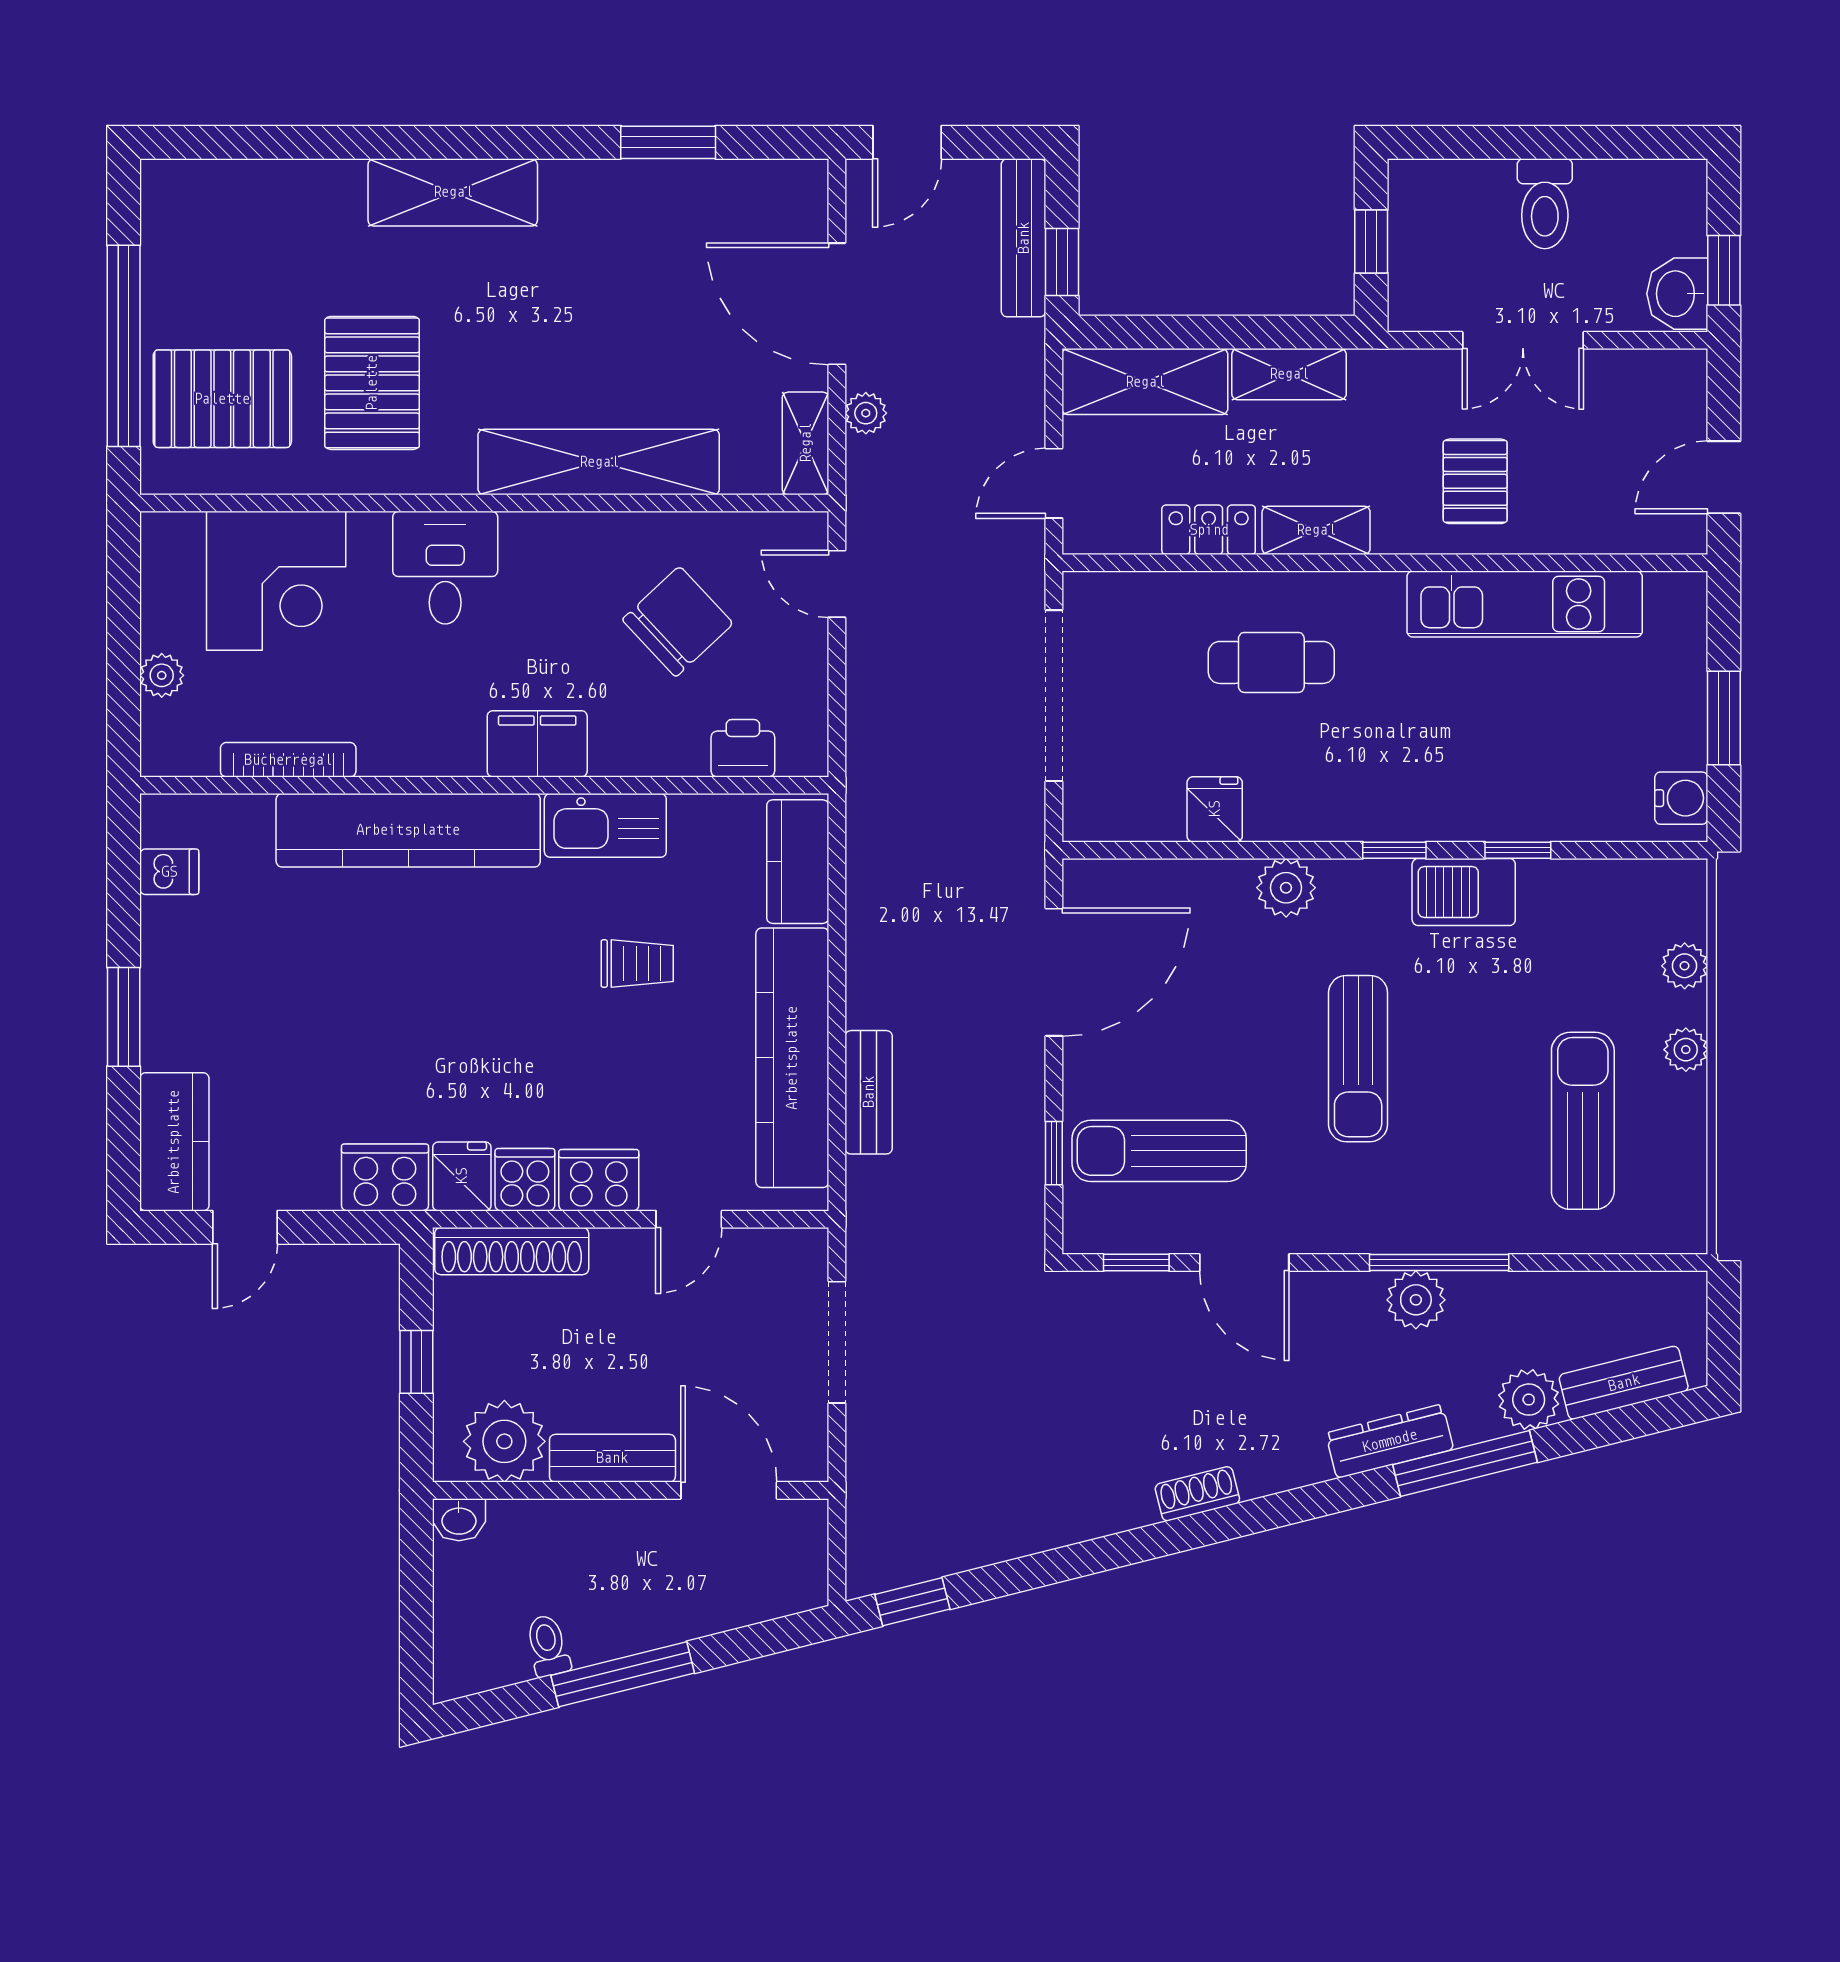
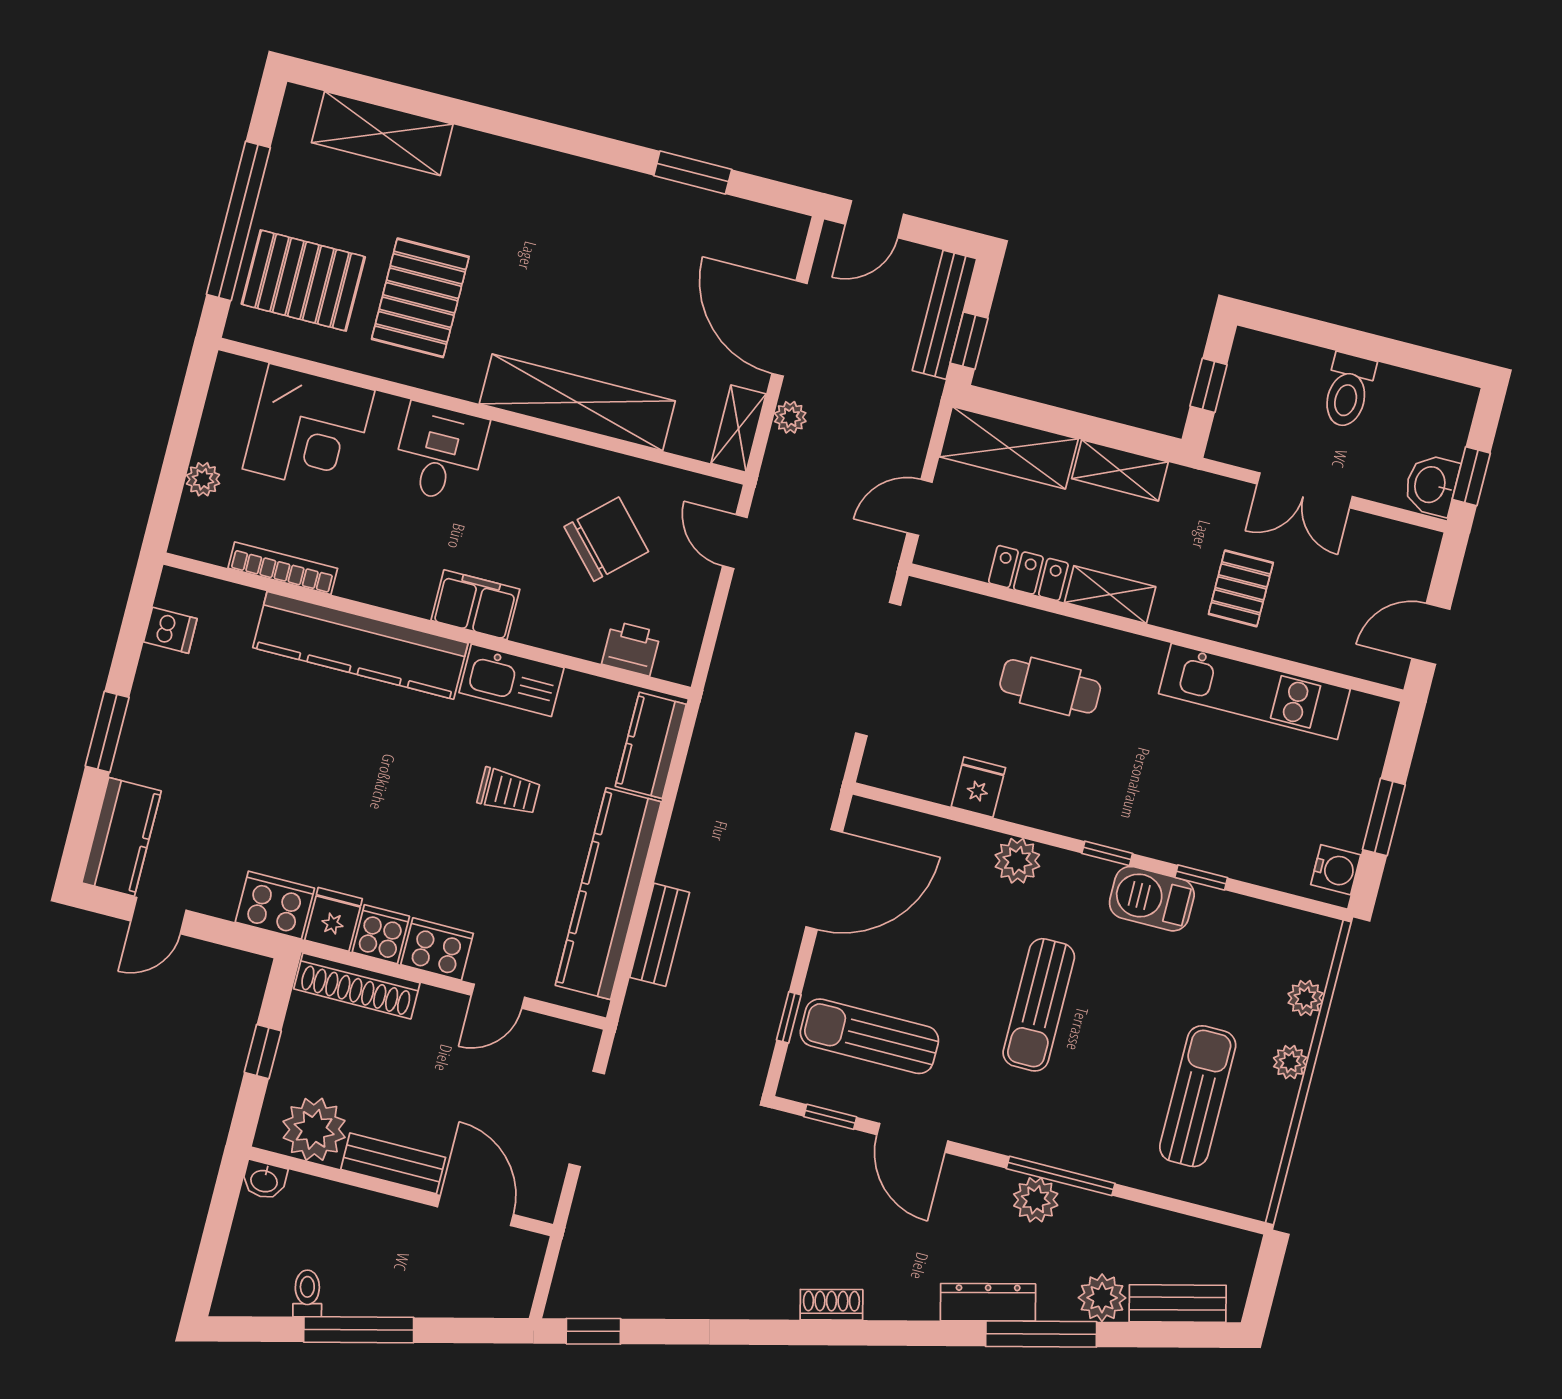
shelving: (453, 192) -> (382, 133), moved

